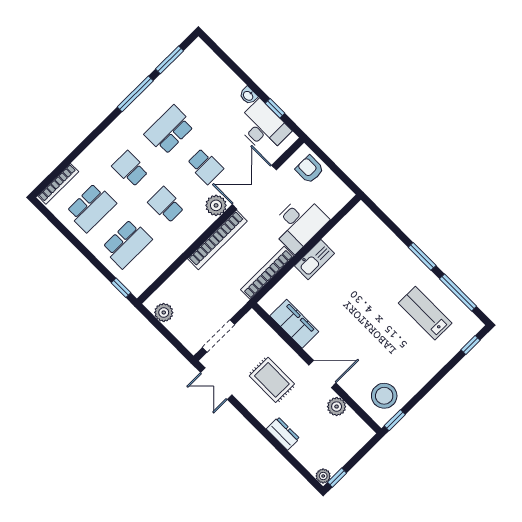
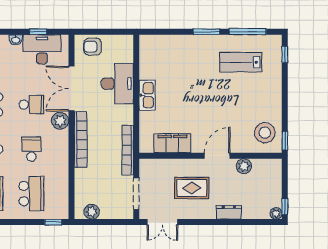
school desk: (166, 205) -> (31, 149), turned 90
bookcase: (267, 273) -> (128, 150), moved

